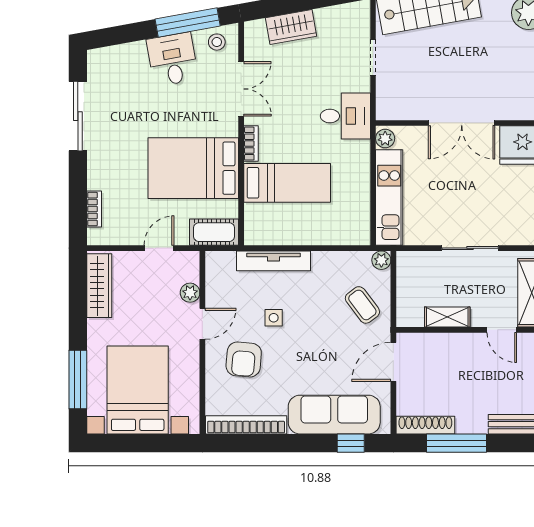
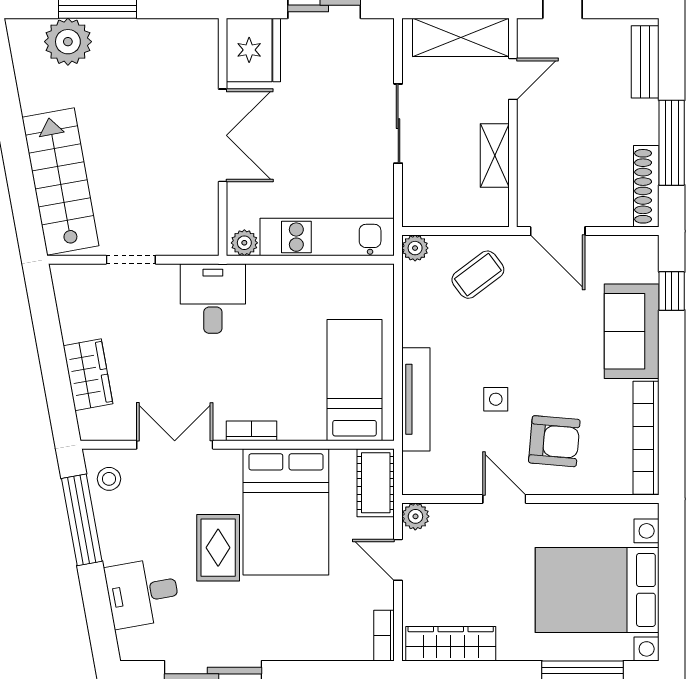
desk: (173, 59) -> (143, 593), moved
rug: (168, 120) -> (218, 548), added
bed: (287, 183) -> (355, 380), moved
bookcase: (94, 209) -> (384, 636), moved, turned -90
plant: (190, 293) -> (415, 516), moved
sofa: (334, 415) -> (632, 331), width x0.73

